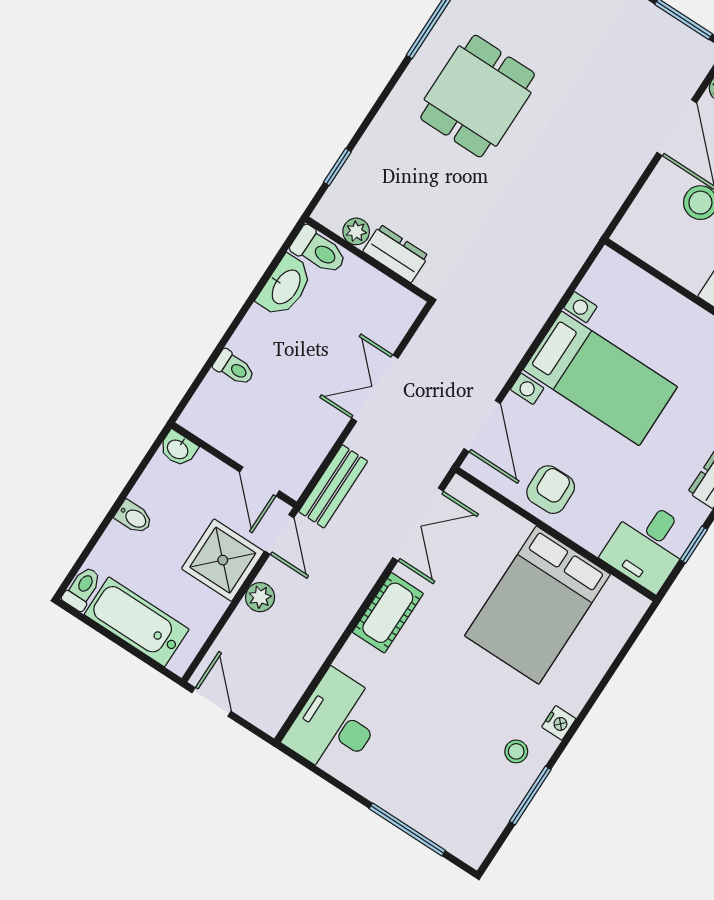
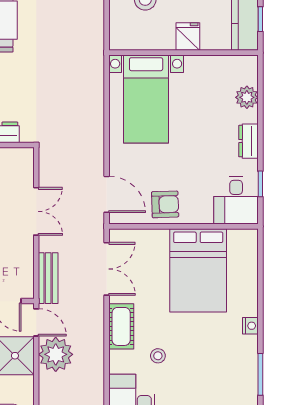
bed with nightstands: (600, 378) -> (146, 99), moved, turned 90
double door: (375, 388) -> (36, 211), swing flipped
armchair: (551, 490) -> (165, 204), turned 89
plant: (260, 597) -> (56, 354), width x1.88, depth x1.88
stool: (516, 751) -> (158, 356), moved

